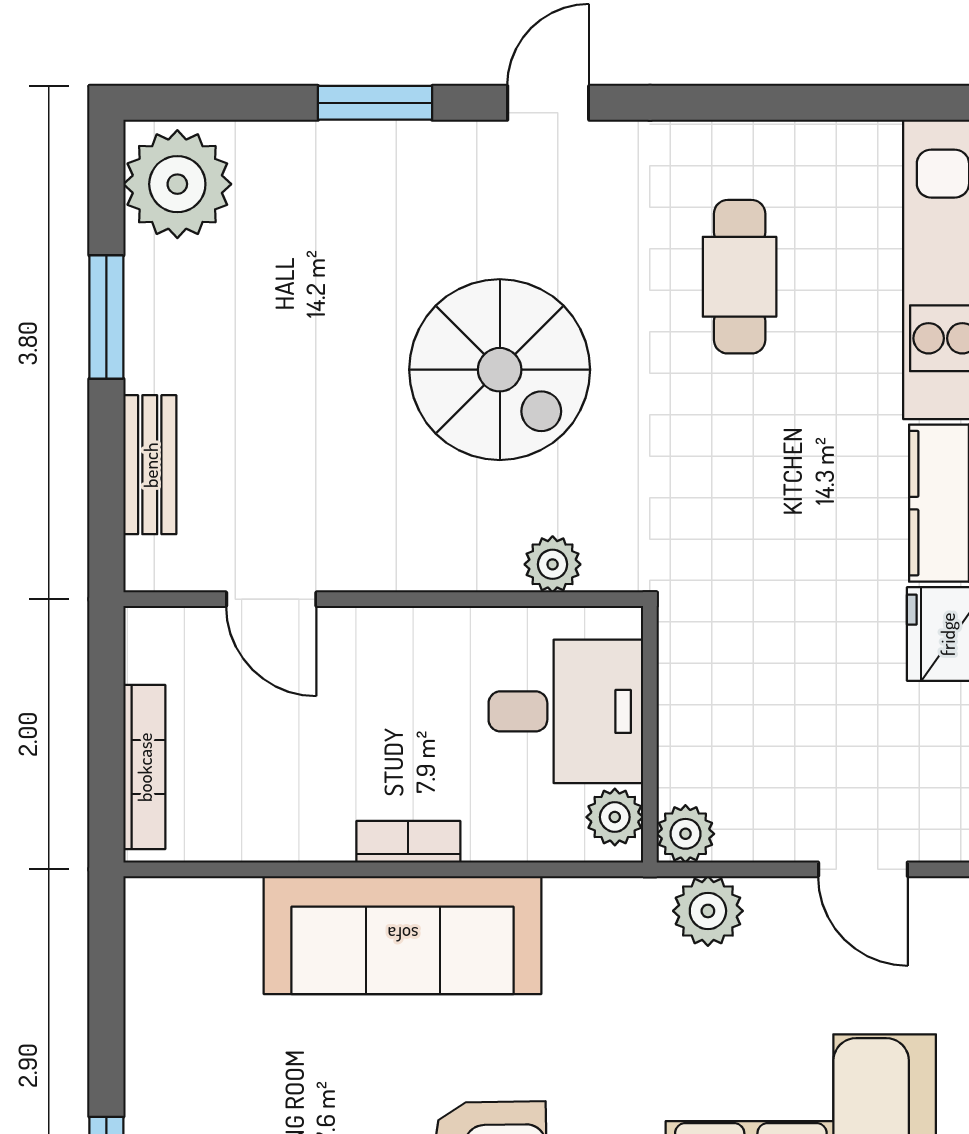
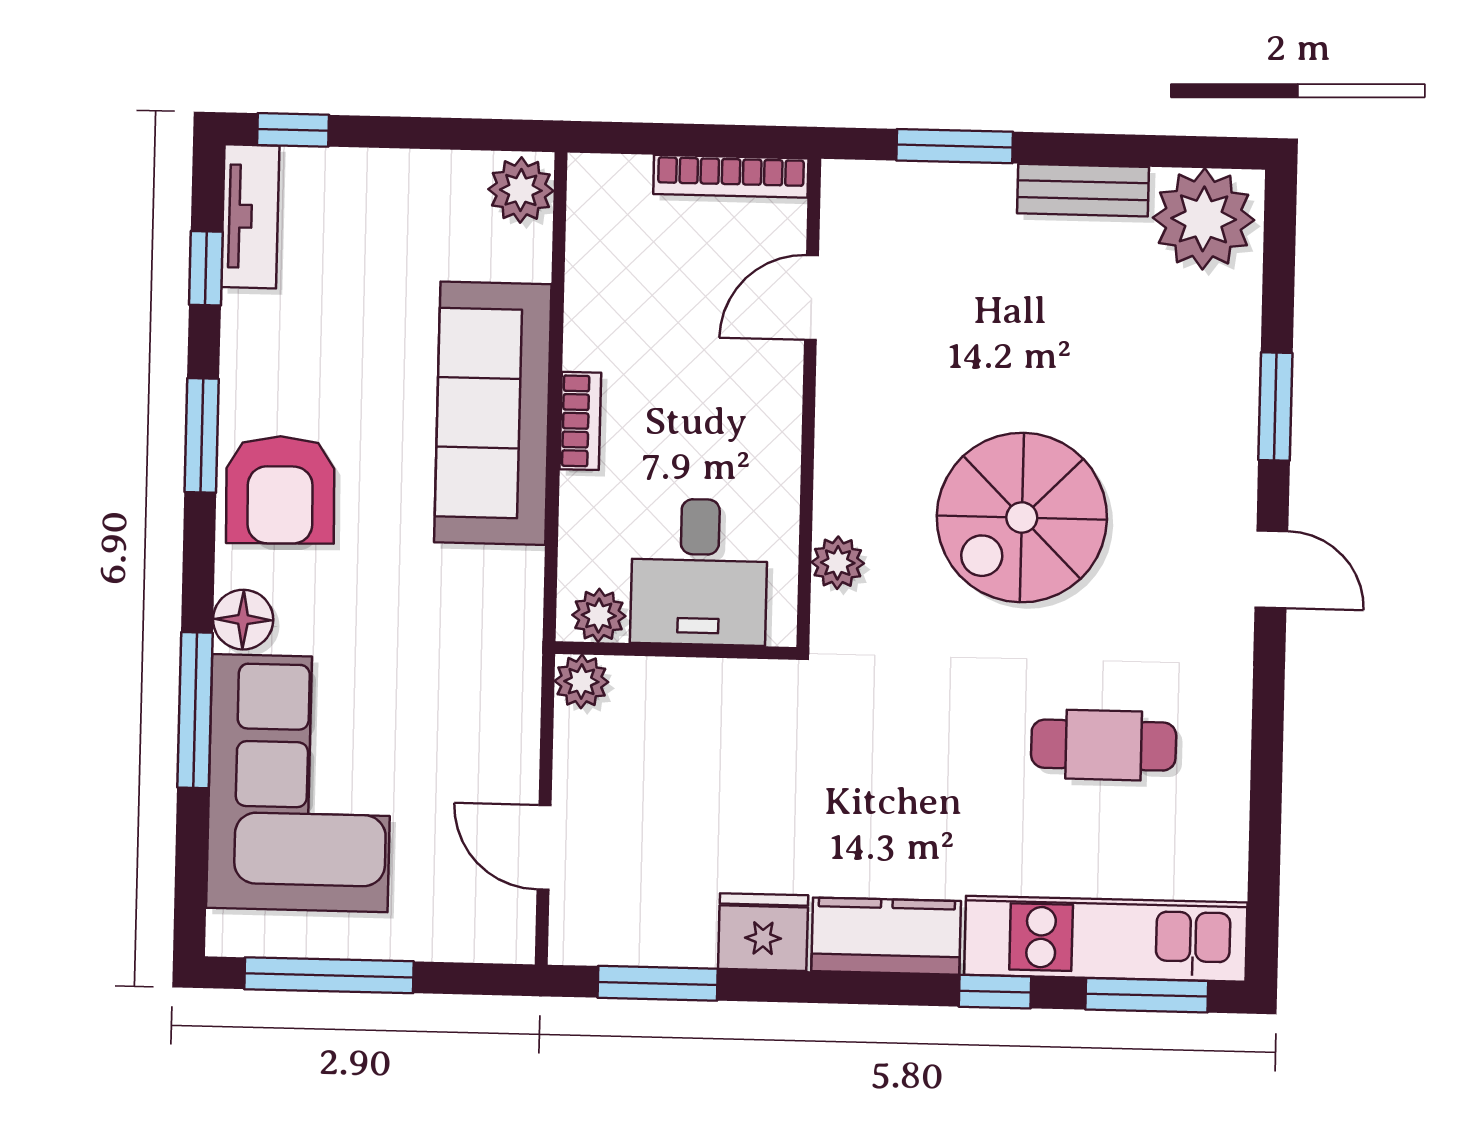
window: (106, 317) -> (955, 146), moved
bench: (150, 465) -> (1083, 190), moved
bookcase: (144, 767) -> (731, 176), moved
door: (863, 869) -> (544, 847), hinge flipped
plant: (708, 911) -> (521, 190), moved

